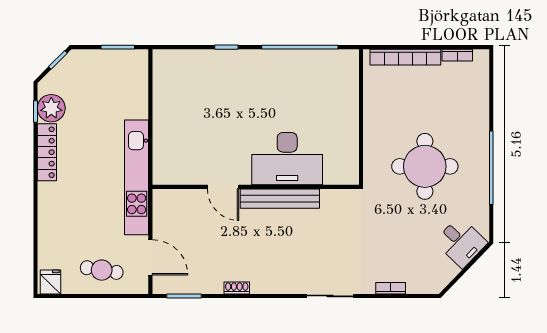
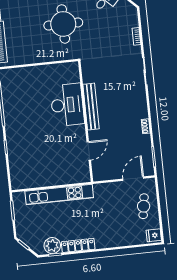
kitchen unit: (137, 177) -> (59, 194), moved
door: (223, 187) -> (89, 151), moved

